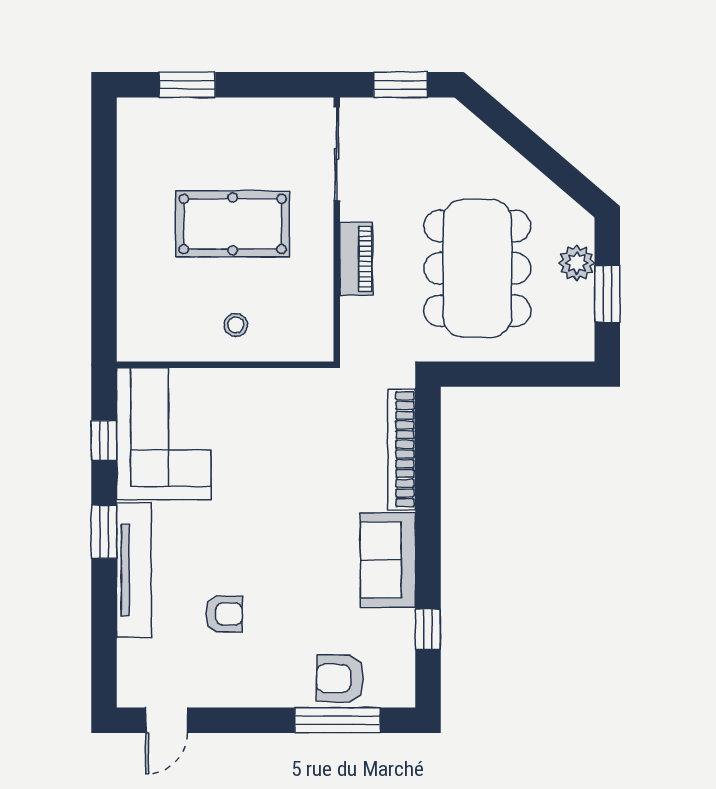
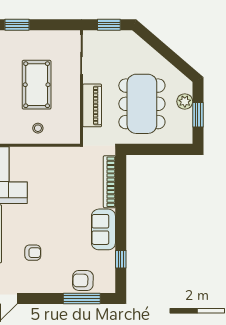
pool table: (233, 224) -> (37, 85), turned 90
piano: (356, 259) -> (92, 105), width x1.37, depth x1.33

